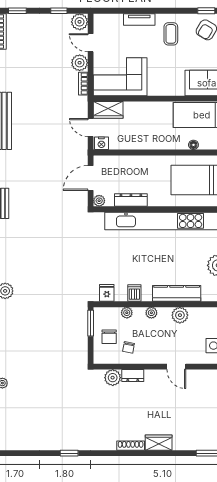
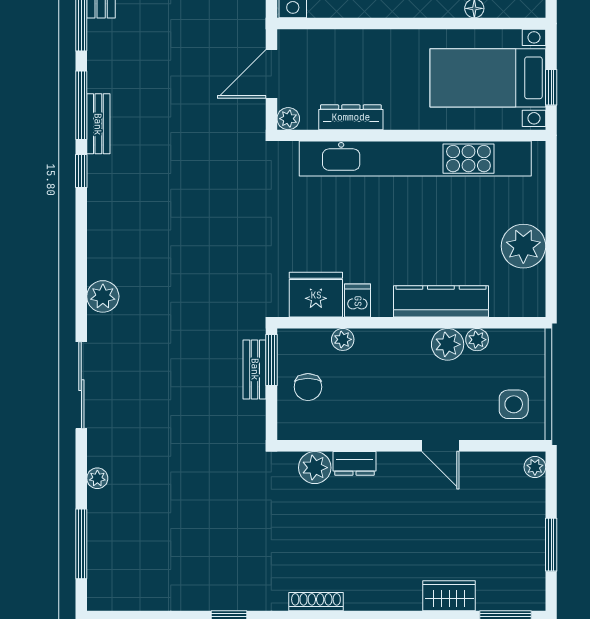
fridge: (107, 293) -> (316, 295), width x1.88, depth x1.34
plant: (151, 313) -> (477, 340), moved
bench: (82, 328) -> (255, 369), added
chair: (129, 347) -> (346, 408), removed
wardrobe: (159, 443) -> (449, 596), moved
shoe rack: (131, 446) -> (316, 602), moved

